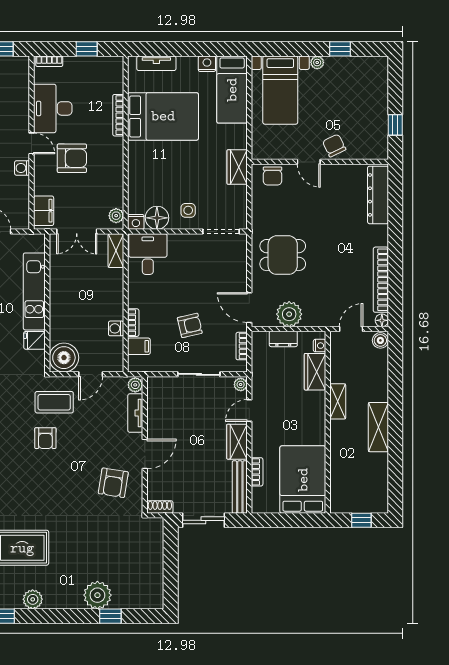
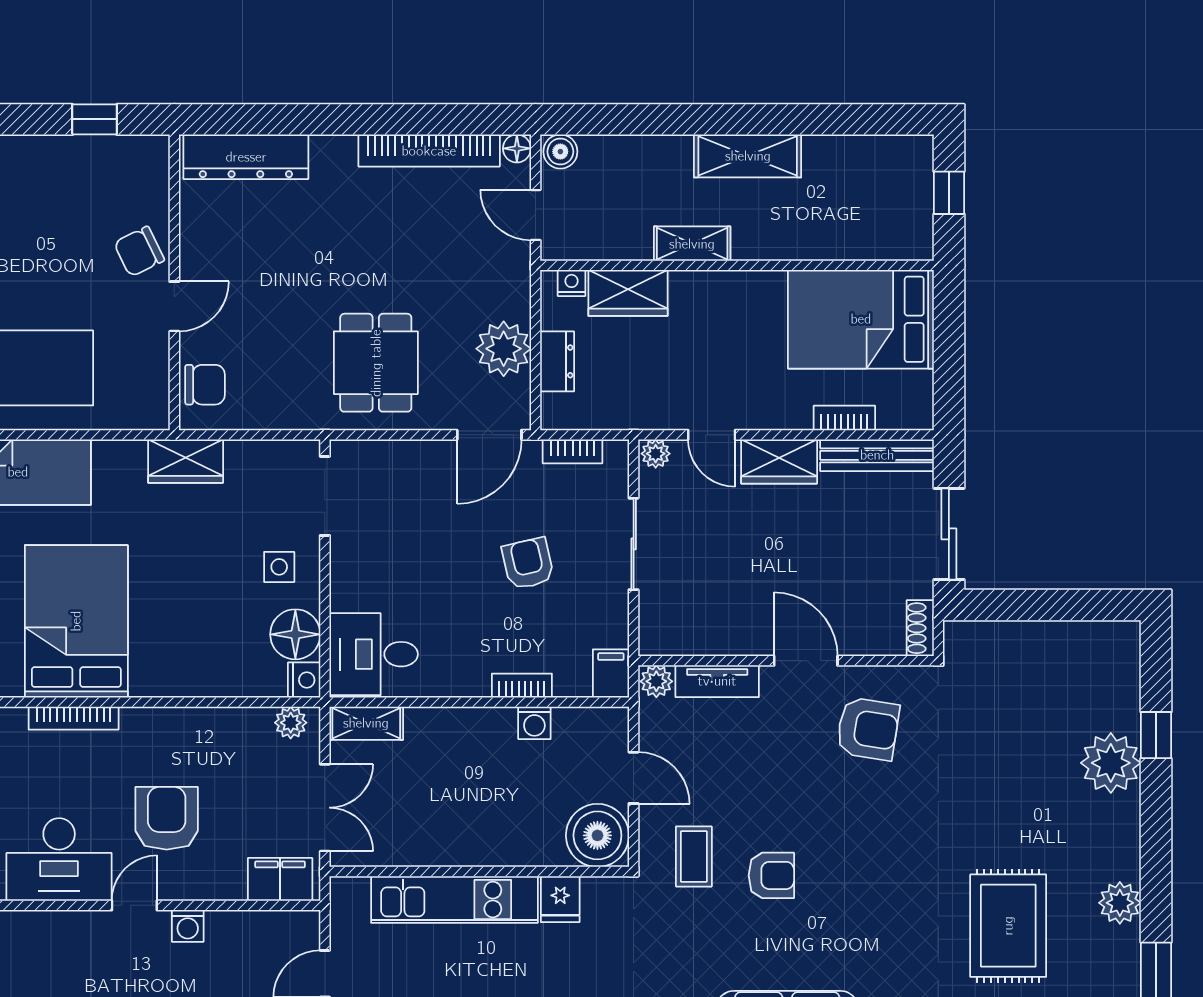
filing cabinet: (139, 346) -> (611, 673), moved
coffee table: (54, 402) -> (694, 856), width x0.73, depth x0.77

